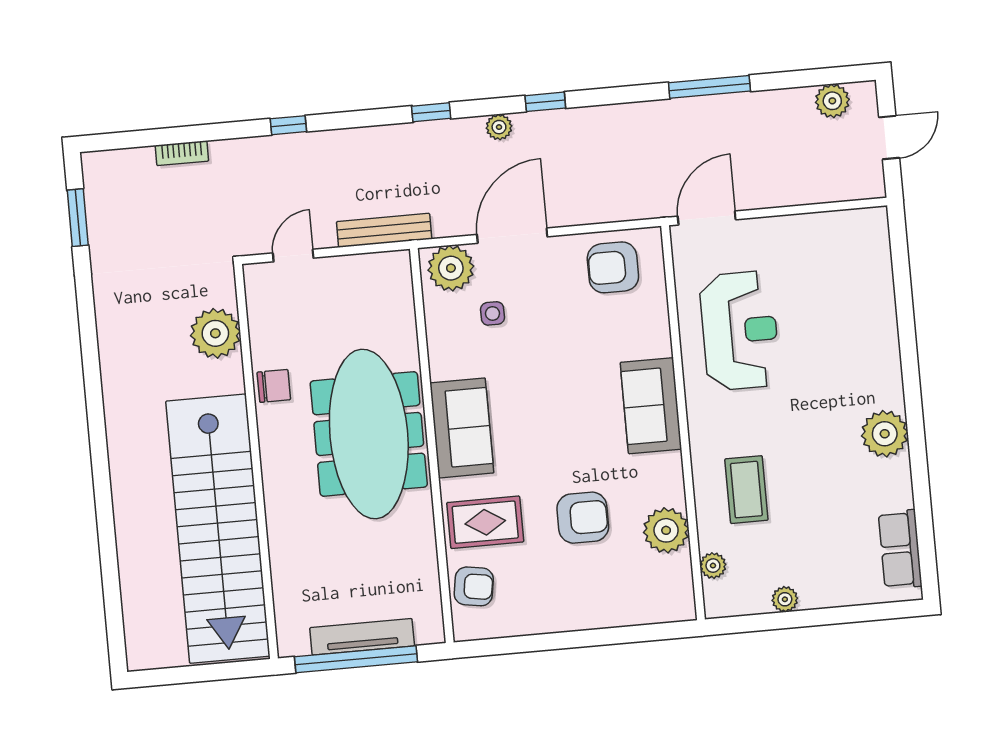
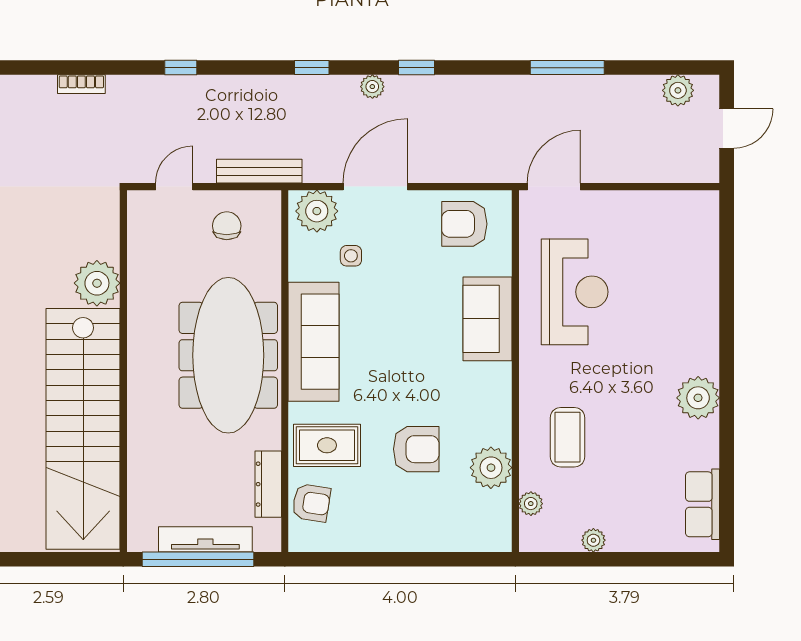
plant: (215, 333) -> (97, 283), moved
chair: (274, 386) -> (227, 226), moved, turned -90
sofa: (651, 406) -> (488, 319), moved
sofa: (462, 428) -> (314, 342), width x1.36
dresser: (425, 570) -> (268, 484), added

